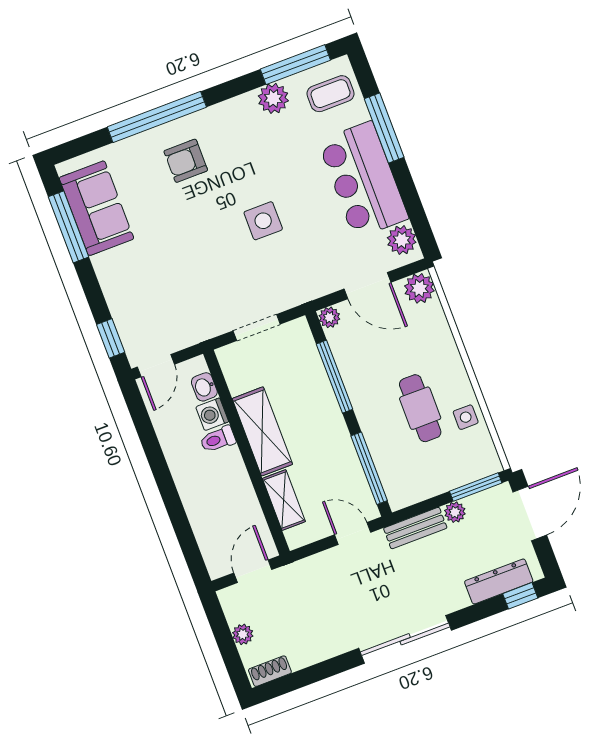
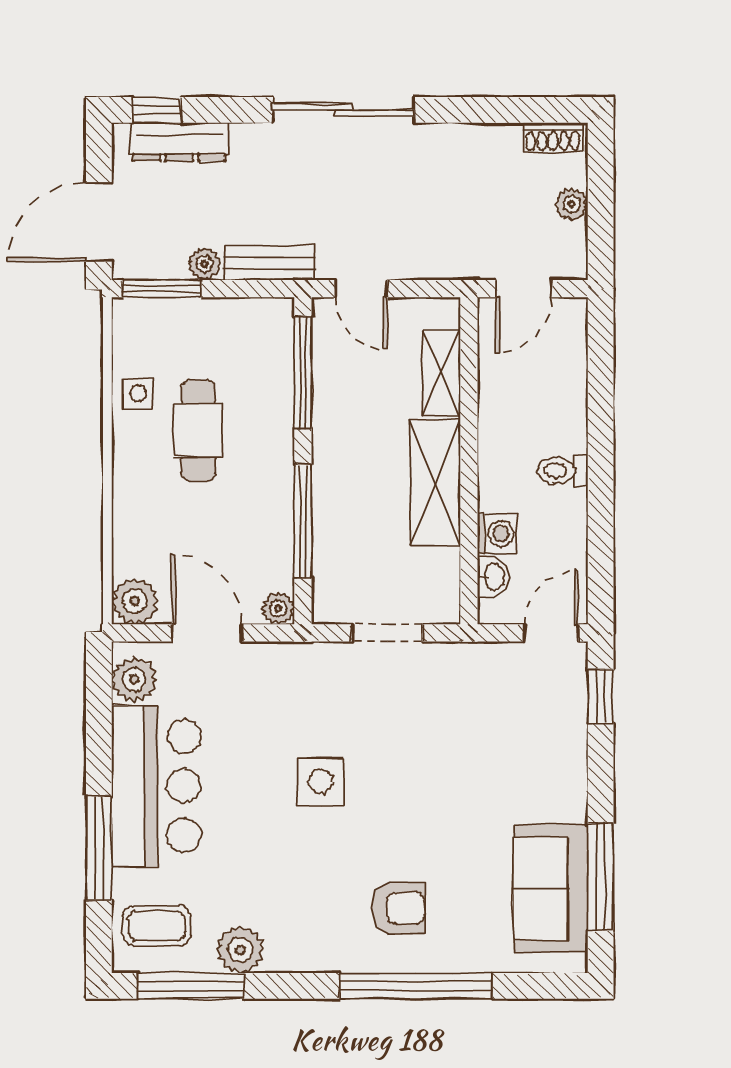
toilet: (218, 439) -> (563, 471), moved, turned 180

